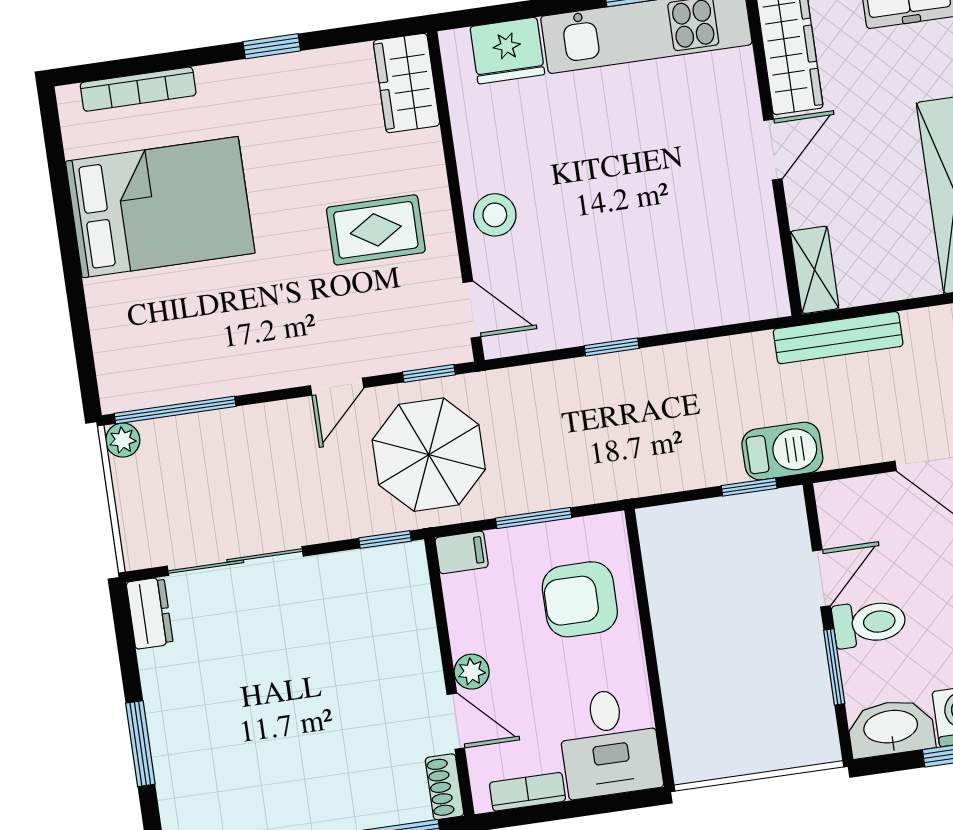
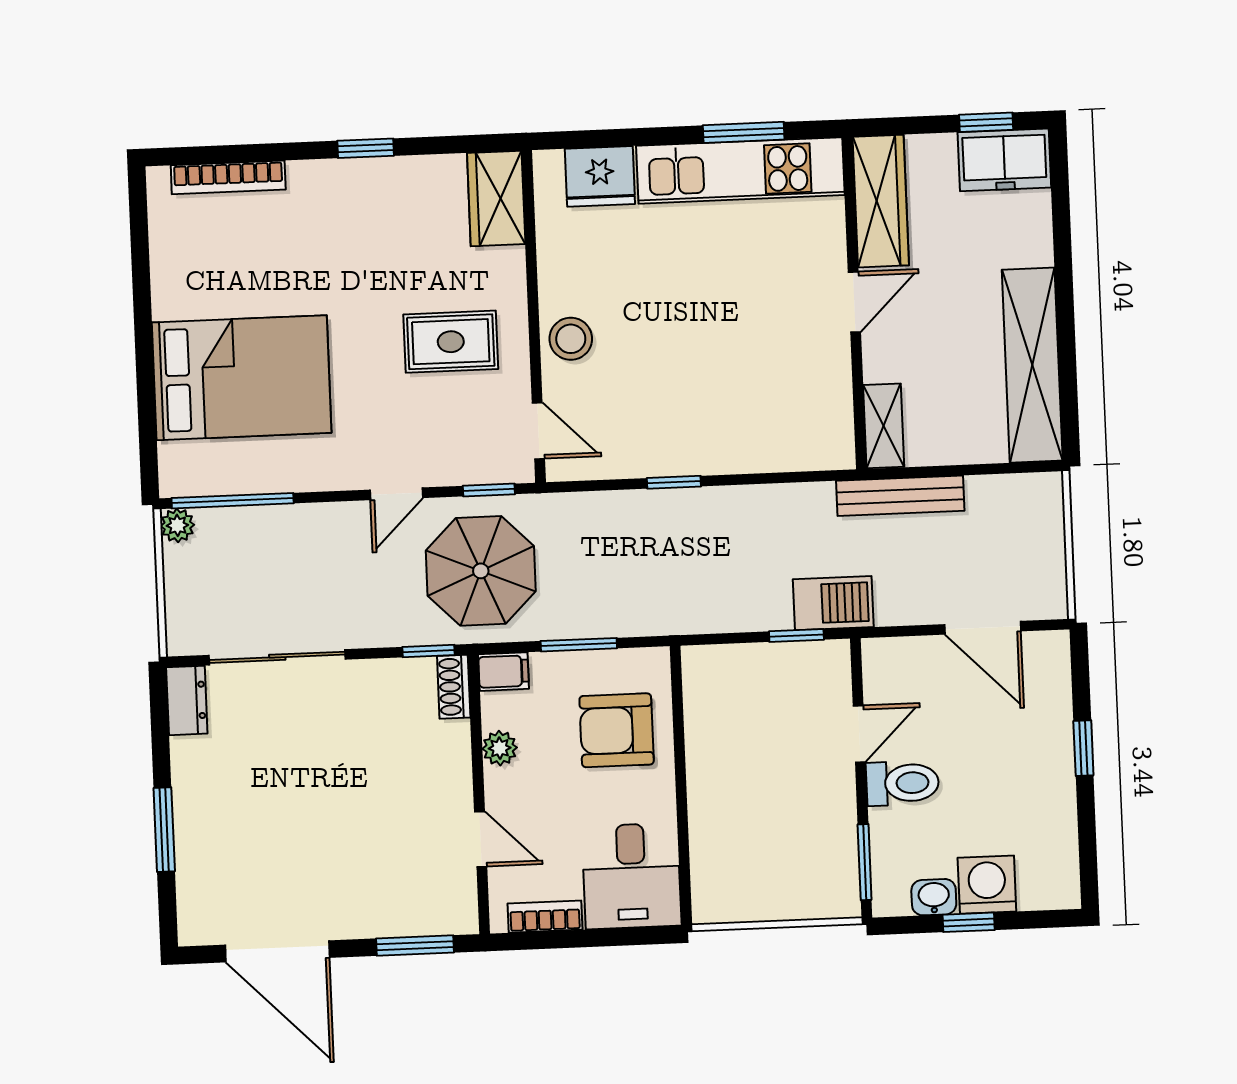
bed: (160, 207) -> (242, 378), moved
window: (834, 667) -> (865, 862), moved
plant: (472, 672) -> (500, 748), moved
washbasin: (891, 728) -> (934, 897), width x0.52, depth x0.69
shoe rack: (444, 787) -> (454, 687), moved

